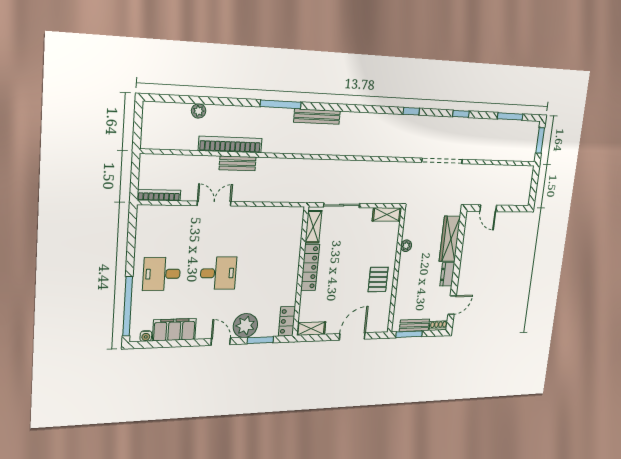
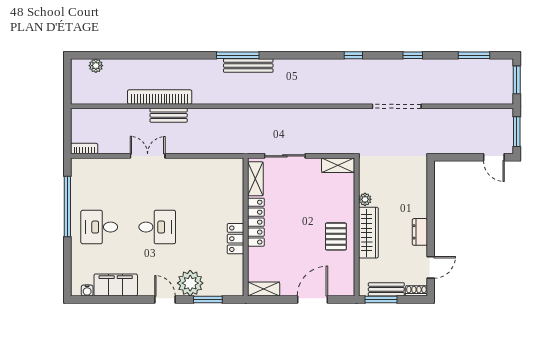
window: (281, 104) -> (238, 55), moved
plant: (199, 111) -> (96, 66), moved
window: (534, 186) -> (517, 132), added
bookcase: (159, 195) -> (84, 149), width x0.64
door: (488, 208) -> (494, 157), moved
wardrobe: (450, 239) -> (368, 233), moved, turned 180
window: (128, 306) -> (67, 207), moved
locker: (287, 321) -> (236, 239), moved

